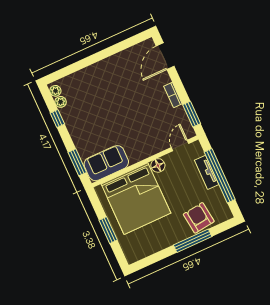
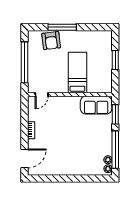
window: (192, 114) -> (24, 112), removed
window: (57, 119) -> (115, 150), width x3.17
floor lamp: (158, 165) -> (62, 88), removed
tv unit: (207, 172) -> (32, 69), removed
bed: (136, 199) -> (77, 73), width x0.49

